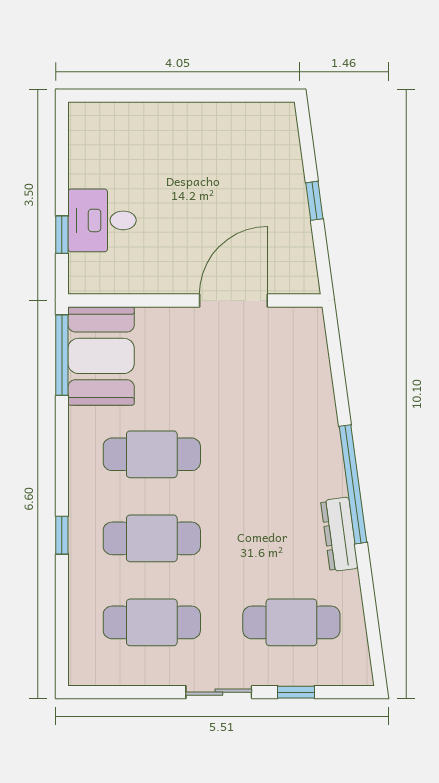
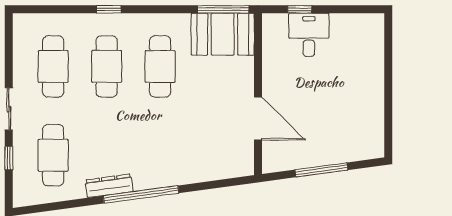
window: (314, 201) -> (321, 170), width x2.17

